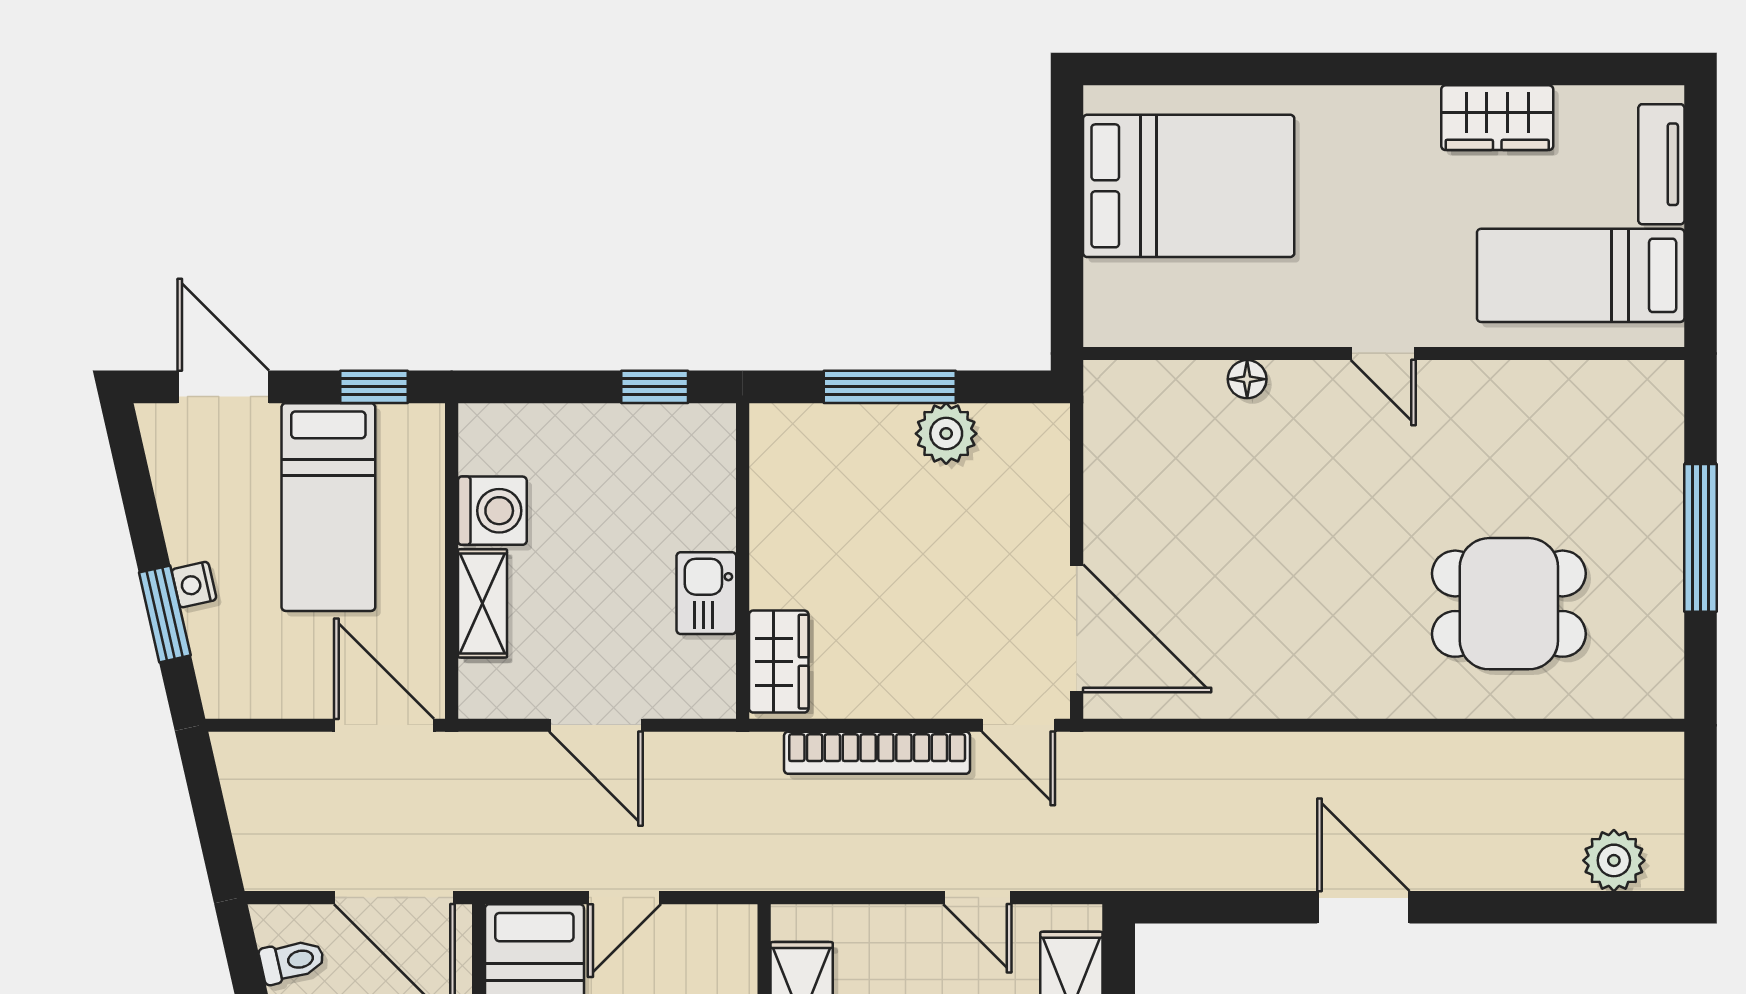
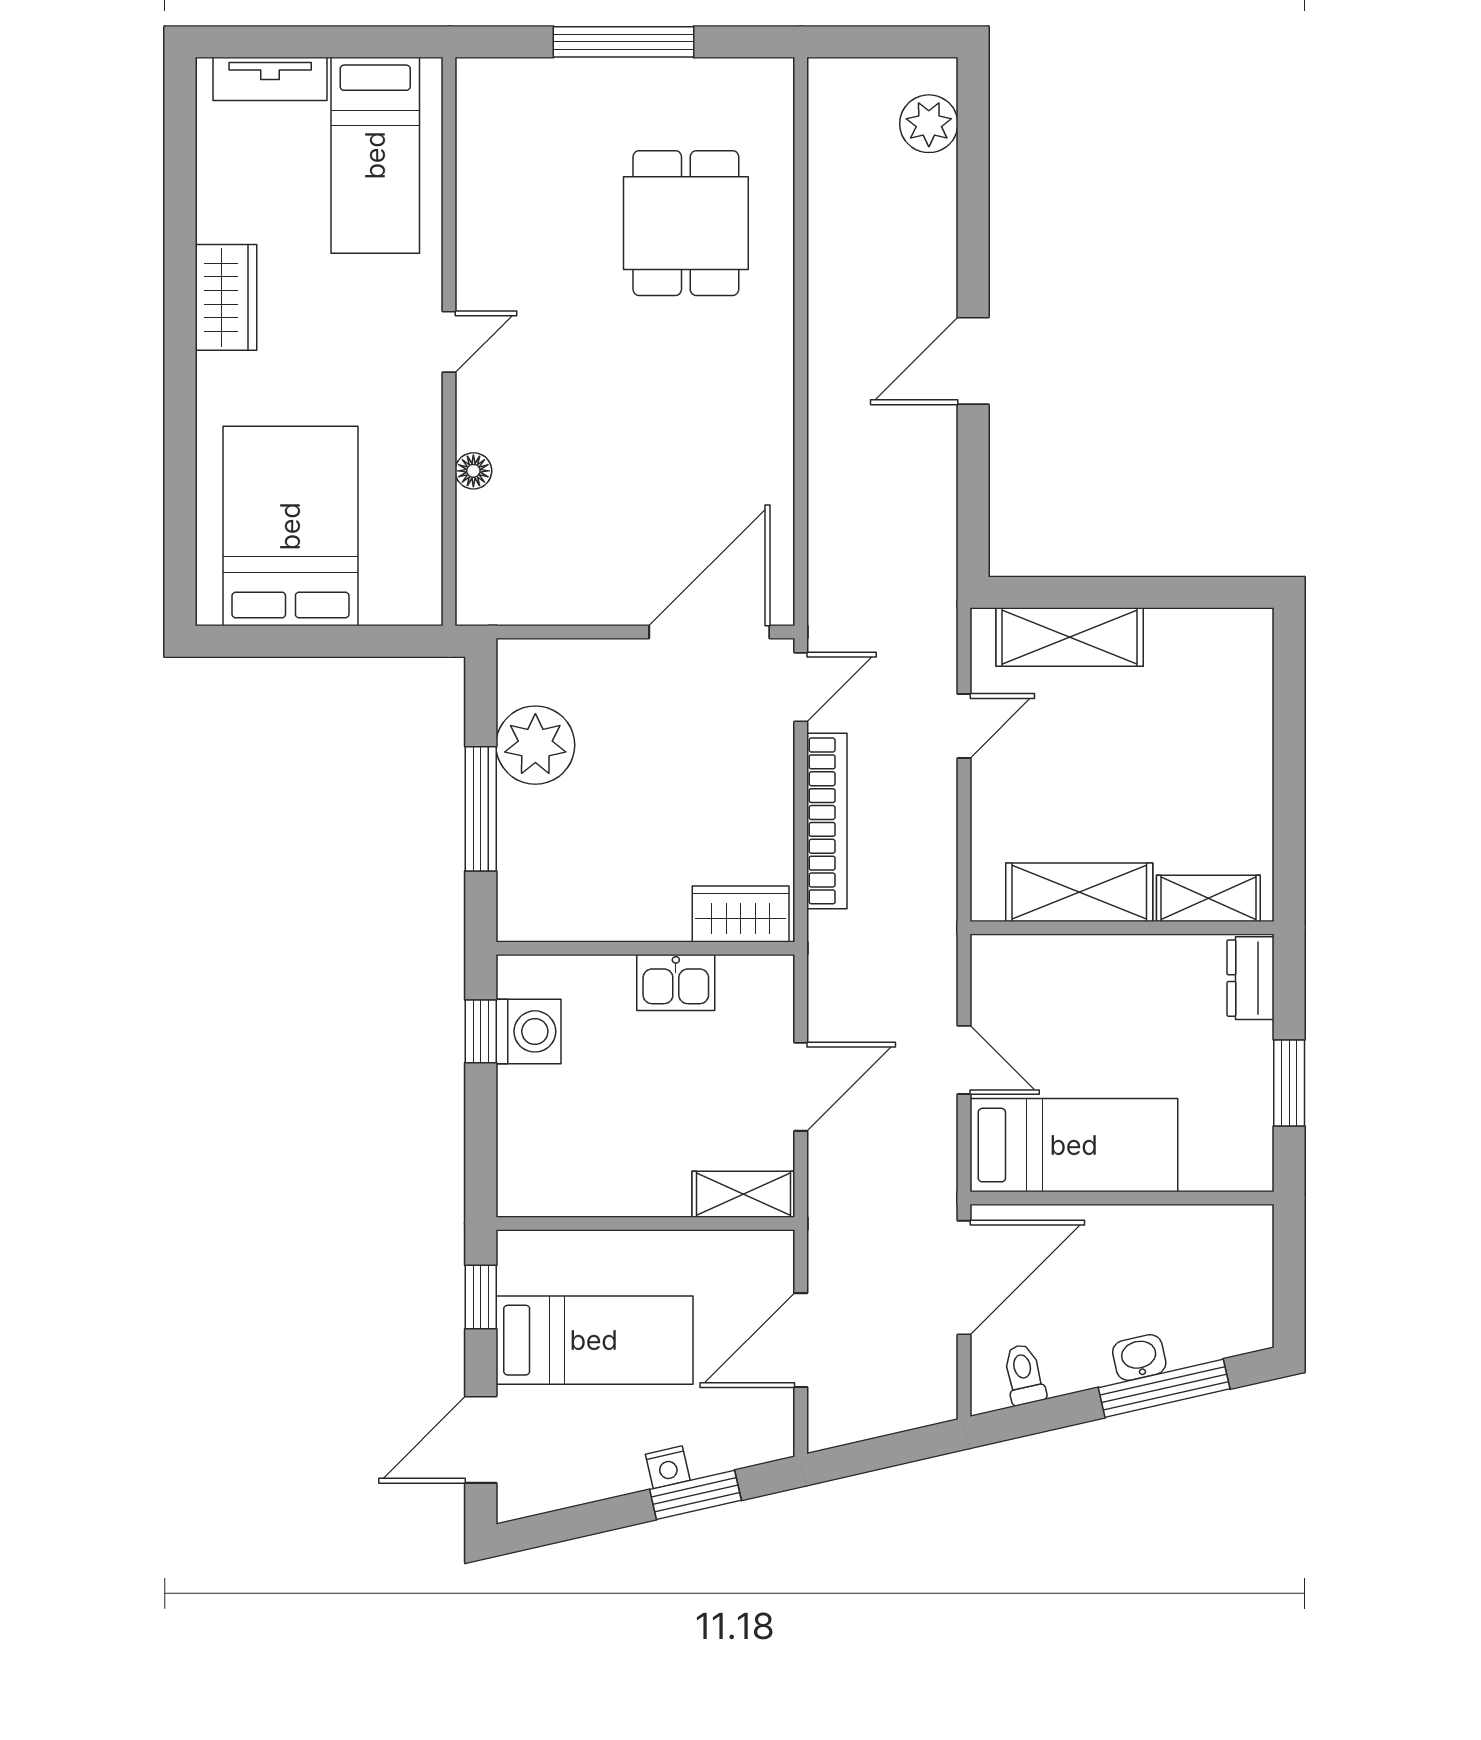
wardrobe: (1497, 118) -> (226, 297), moved
plant: (946, 434) -> (535, 745), width x1.36, depth x1.36
washing machine: (492, 511) -> (528, 1031), moved, turned 90
shelving: (483, 603) -> (743, 1194), moved
door: (384, 725) -> (801, 1340), moved

